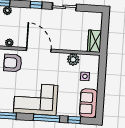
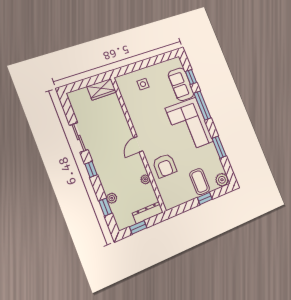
door: (39, 50) -> (138, 144), width x0.53
plant: (73, 59) -> (131, 104), removed
sofa: (88, 103) -> (181, 84), moved, turned 90

